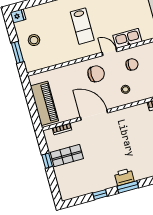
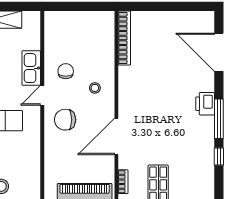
chair: (96, 74) -> (65, 120), turned -90
printer: (124, 177) -> (205, 104), moved
window: (128, 187) -> (219, 119), width x1.44

